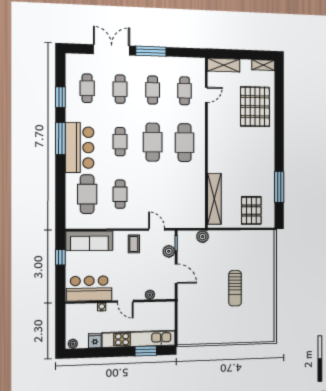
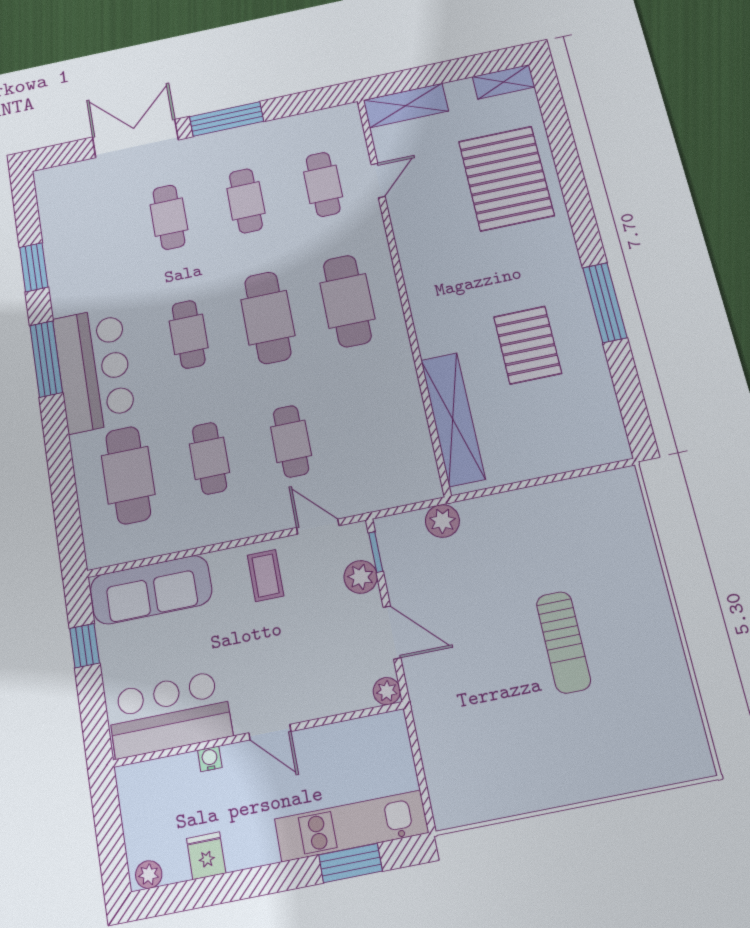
cafe table: (87, 88) -> (291, 441), moved
window: (279, 187) -> (605, 302), moved
pallet: (251, 210) -> (528, 345), moved
plant: (150, 295) -> (387, 691), moved
kitchen unit: (139, 339) -> (351, 826), width x0.73

